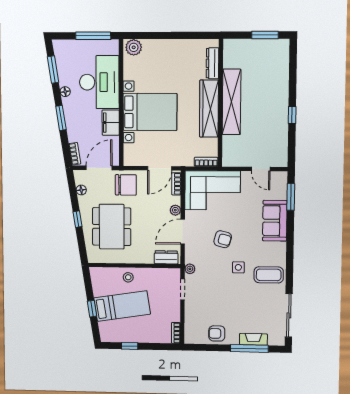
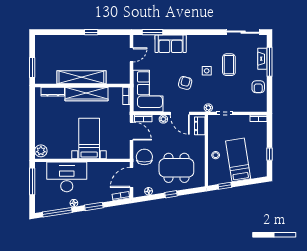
window: (265, 35) -> (32, 68), moved
window: (53, 69) -> (57, 212), width x1.44
bed with nightstands: (150, 112) -> (89, 139), width x0.73
filing cabinet: (111, 123) -> (97, 168), removed
door: (99, 168) -> (132, 177), hinge flipped
coffee table: (269, 275) -> (229, 65), moved
window: (92, 309) -> (225, 186), moved

